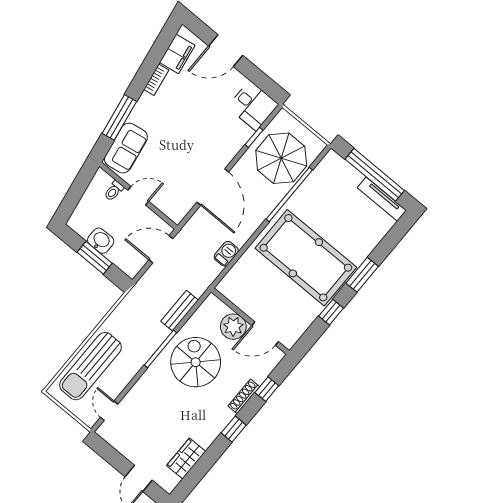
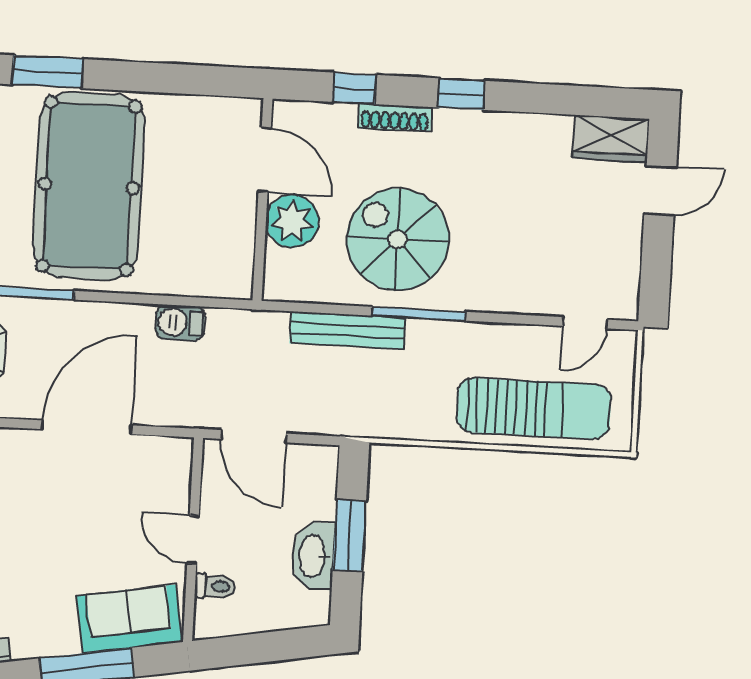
washbasin: (101, 241) -> (313, 556), width x1.38
bench: (180, 311) -> (347, 330), width x1.36
window: (331, 312) -> (148, 77), removed
spiral stairs: (196, 362) -> (398, 239), turned 90
wardrobe: (186, 459) -> (611, 139), moved

